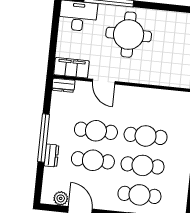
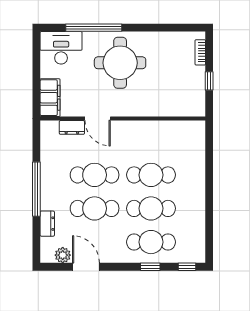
filing cabinet: (71, 68) -> (50, 98), moved, turned 90
dresser: (63, 85) -> (72, 127), moved
dresser: (51, 155) -> (47, 224), moved

